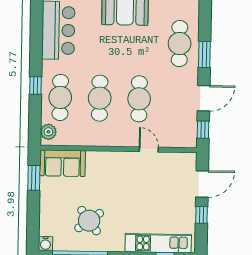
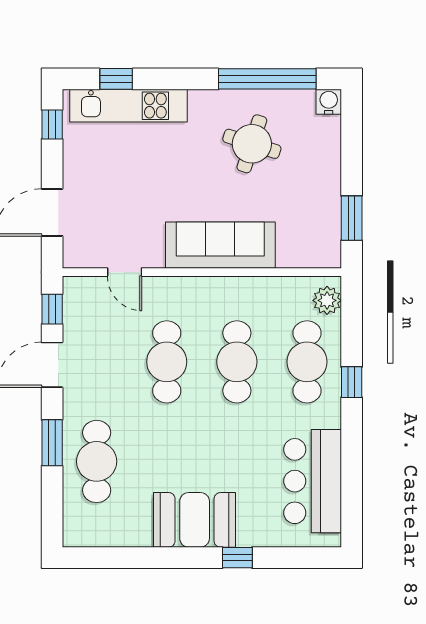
door: (149, 149) -> (125, 272), moved
sofa: (62, 163) -> (220, 245), moved, width x1.36
window: (202, 215) -> (52, 124), moved
round table: (89, 221) -> (252, 144), turned -36

